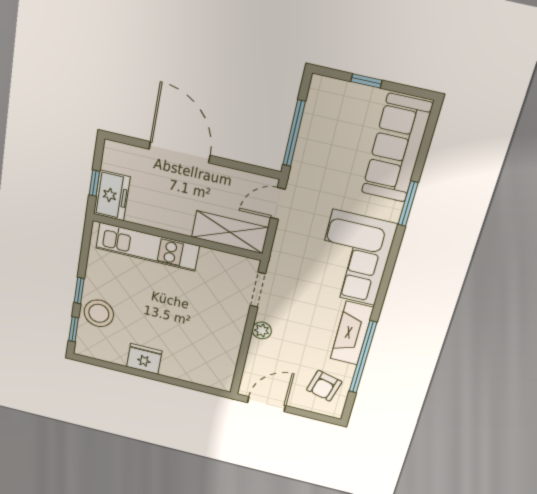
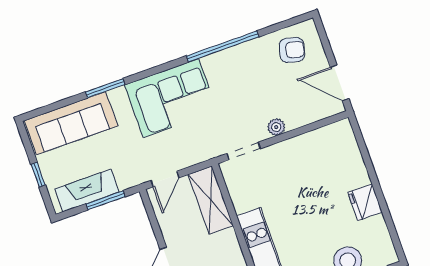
window: (294, 133) -> (106, 200), width x0.69
door: (278, 203) -> (165, 179), hinge flipped
fireplace: (352, 333) -> (87, 190), moved, turned 180
window: (363, 357) -> (223, 46), moved

